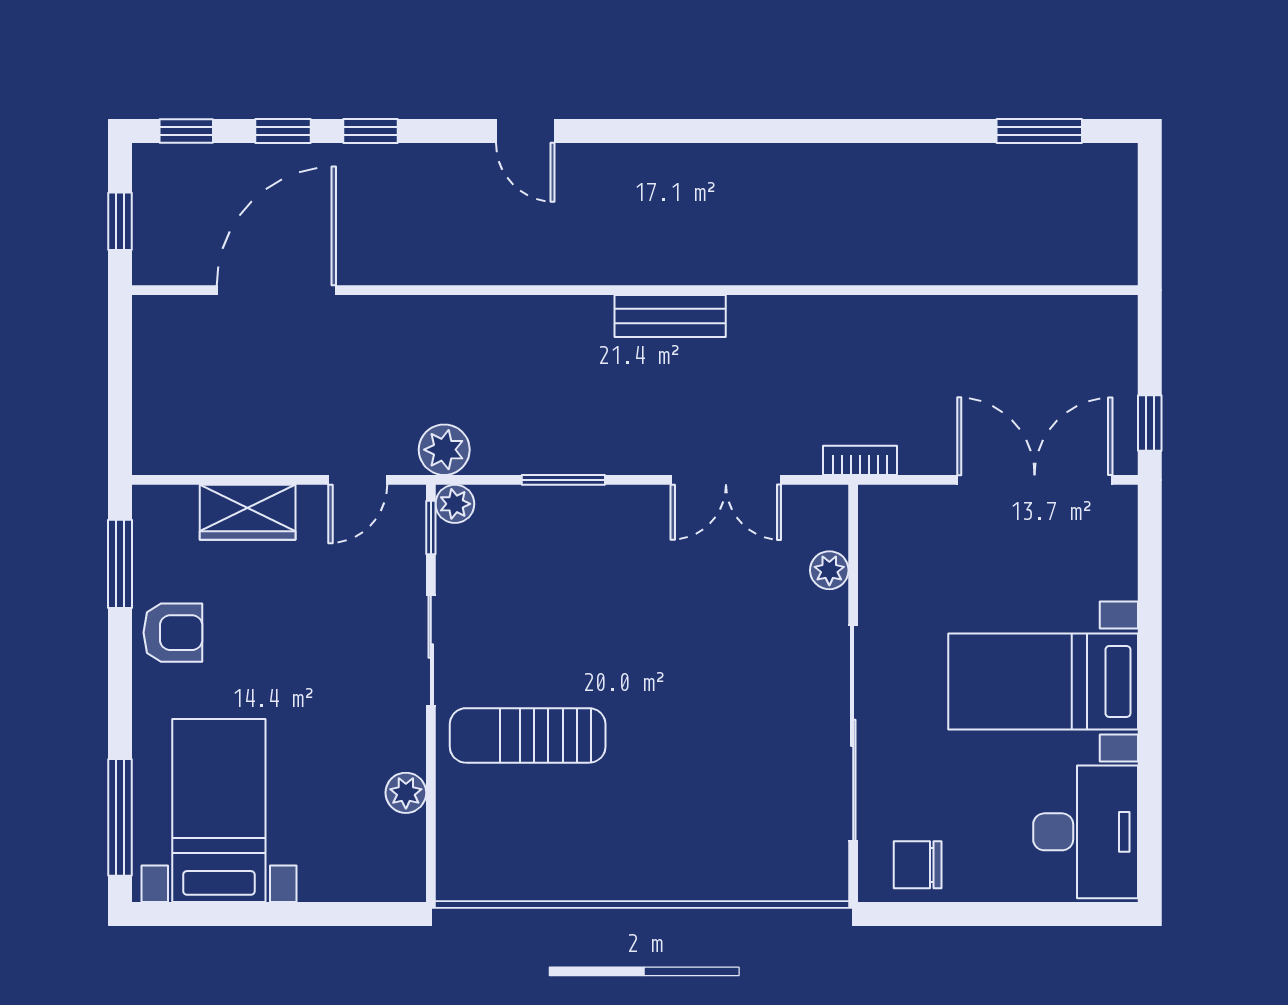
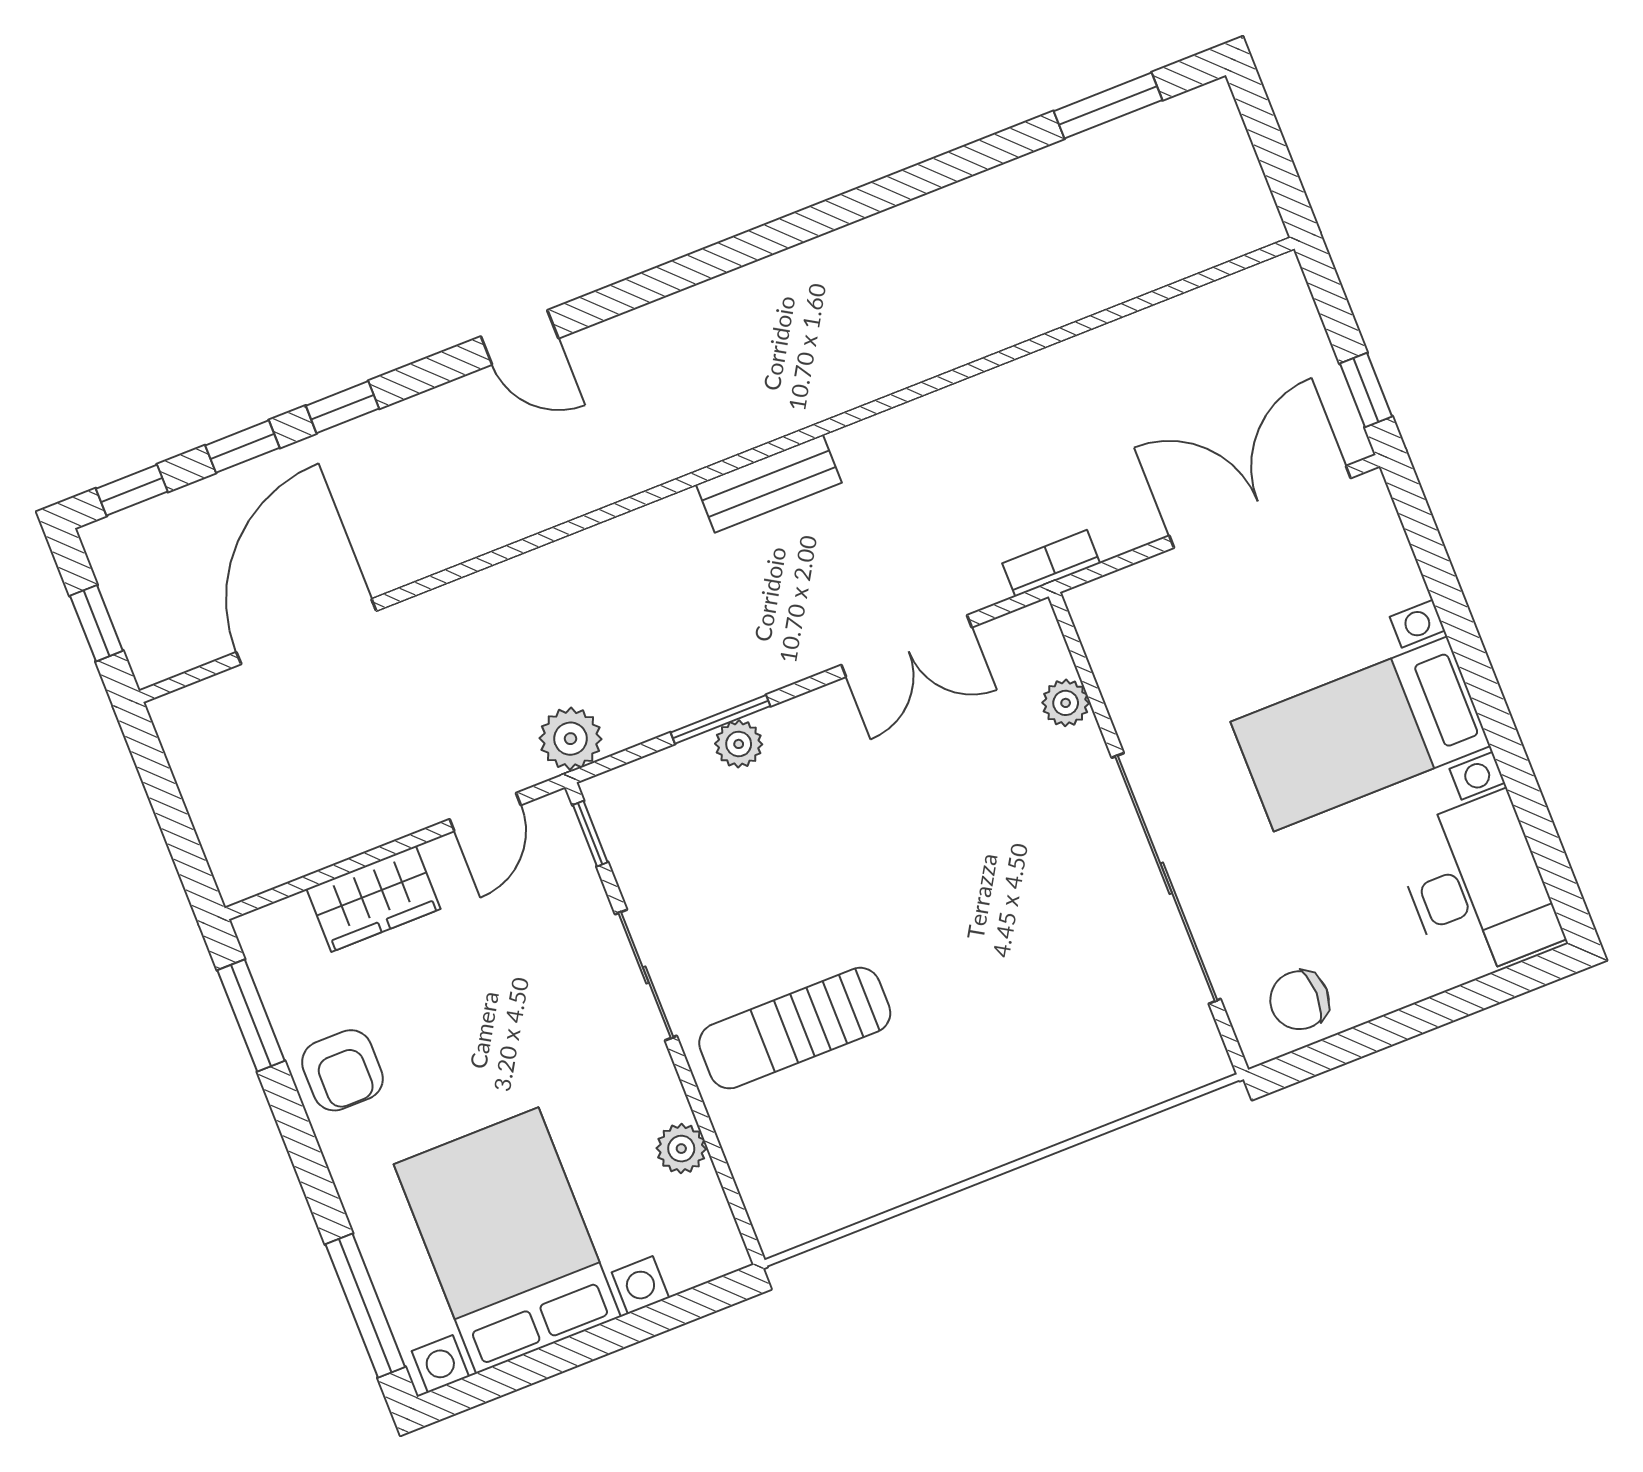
plant: (455, 504) -> (739, 744), moved
armchair: (173, 633) -> (342, 1070), turned 90
bed with nightstands: (219, 811) -> (507, 1241), width x1.36

